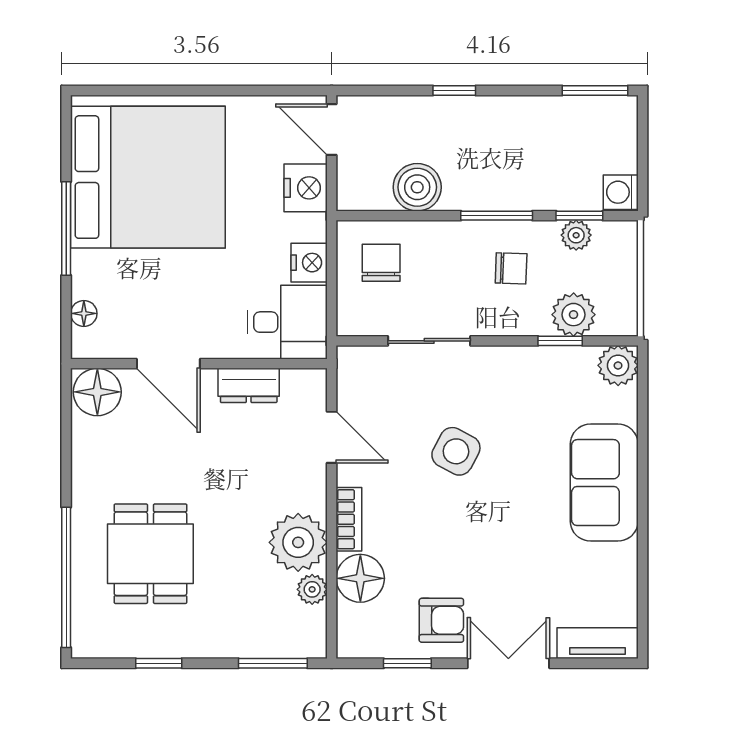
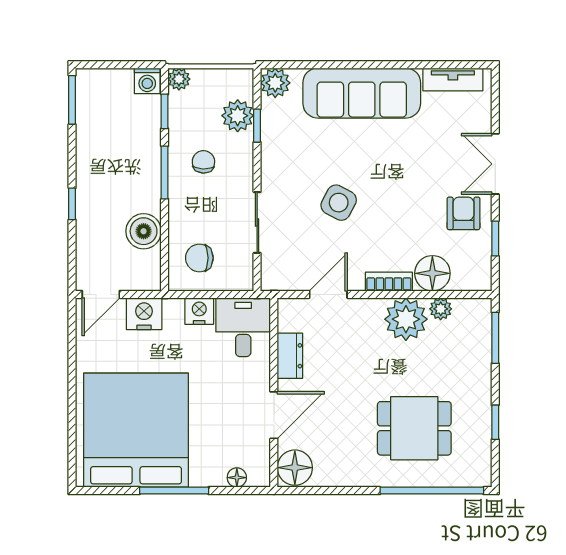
plant: (576, 235) -> (179, 79), moved
sofa: (604, 483) -> (362, 93), width x1.36
tv unit: (598, 643) -> (453, 79), moved, turned -90

